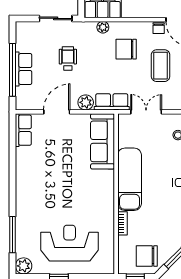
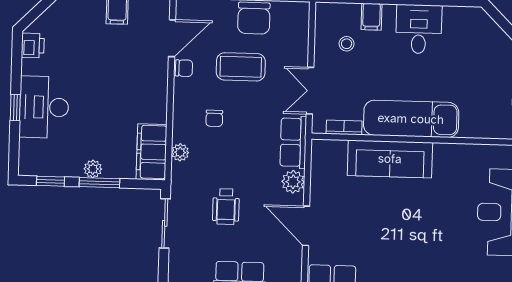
chair: (126, 49) -> (214, 118), width x0.54, depth x0.54
wheelchair: (68, 59) -> (226, 207), turned -90
sofa: (103, 141) -> (390, 159), moved
bookcase: (123, 223) -> (344, 127), moved

